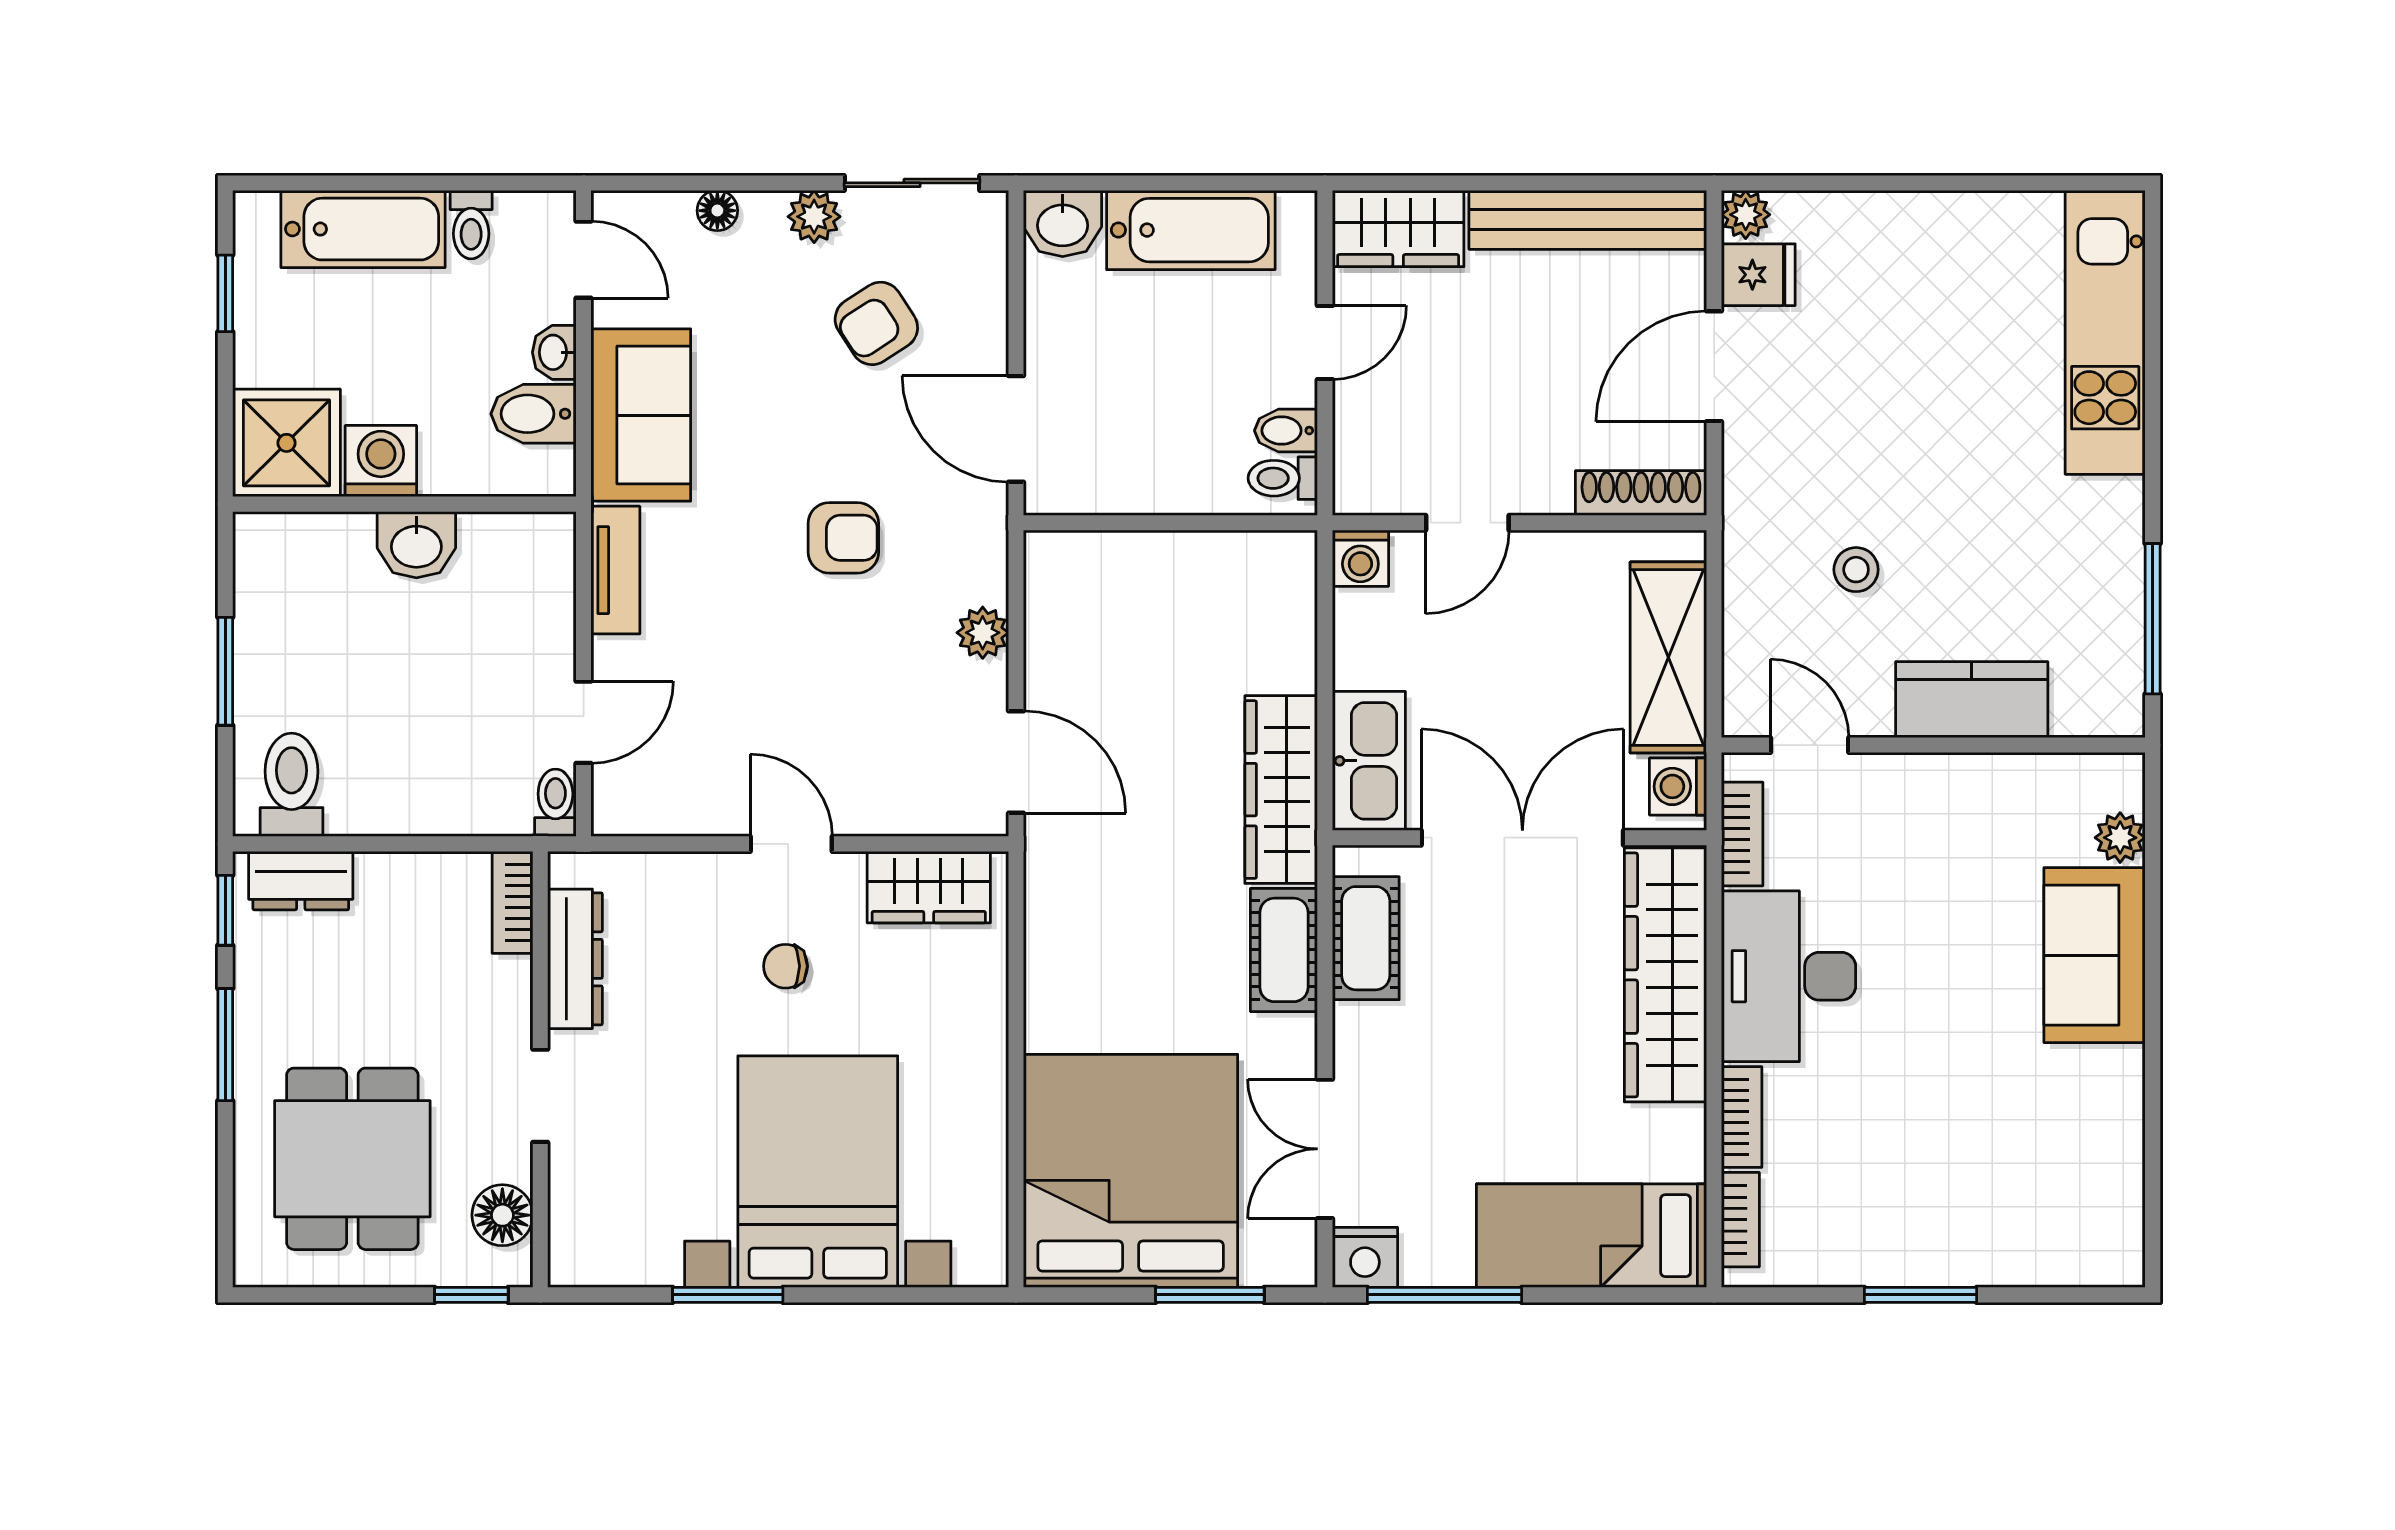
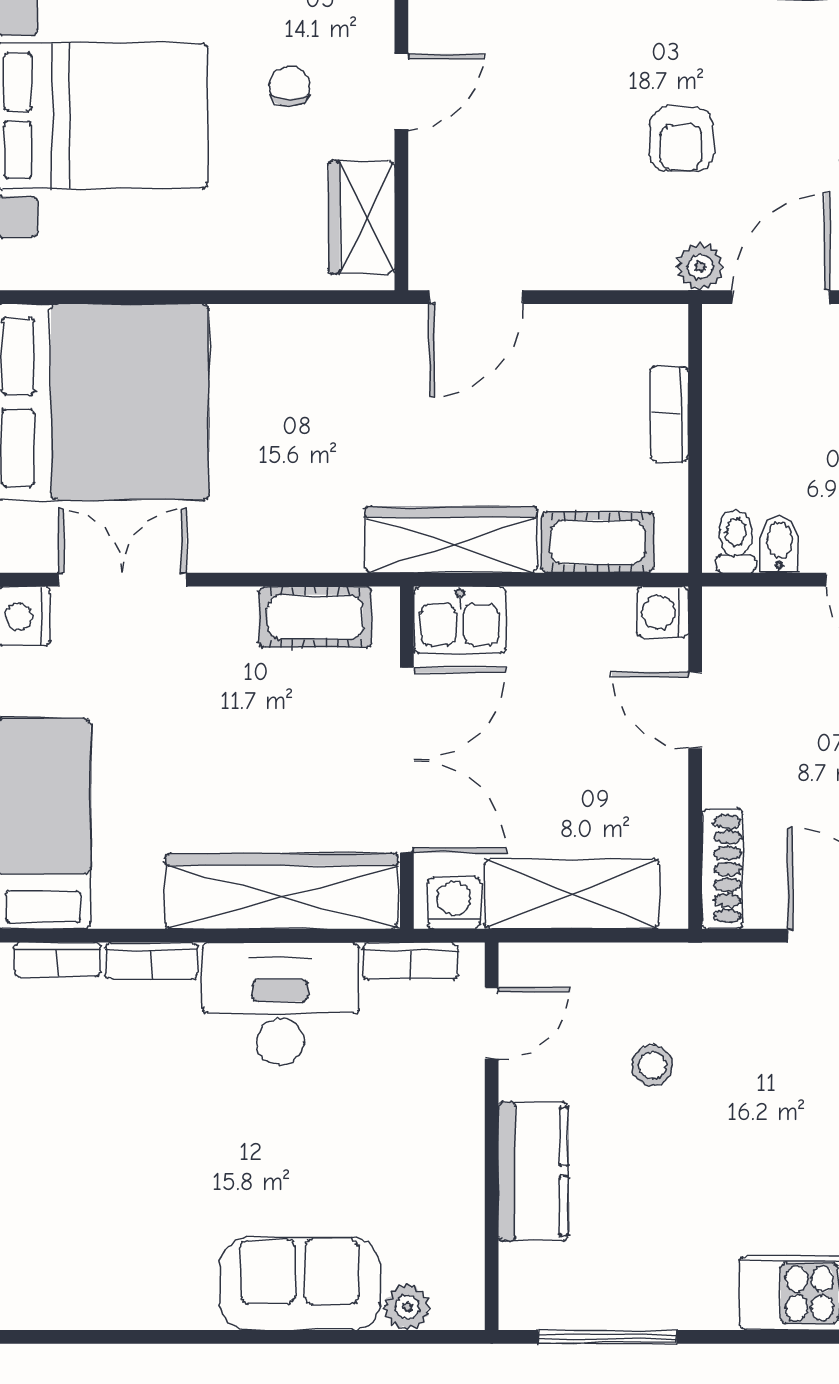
bookcase: (1144, 551) -> (669, 414), added
plant: (983, 633) -> (700, 267), moved
kitchen sink: (1369, 761) -> (460, 620), width x0.73
cot: (1284, 950) -> (598, 542), moved

